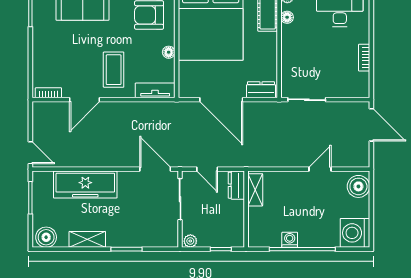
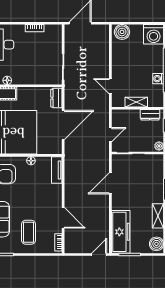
coffee table: (114, 70) -> (29, 232), moved, turned 90
door: (155, 169) -> (110, 183), moved
door: (320, 169) -> (110, 86), moved
freezer: (85, 185) -> (121, 232), moved
dresser: (236, 185) -> (150, 115), moved
shelving: (255, 190) -> (136, 102), moved

